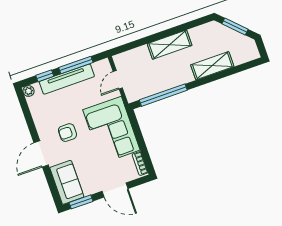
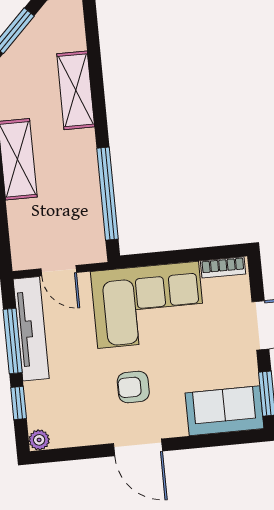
tv unit: (67, 79) -> (31, 329), moved
armchair: (67, 133) -> (133, 387), turned 90
door: (41, 154) -> (138, 447), moved

